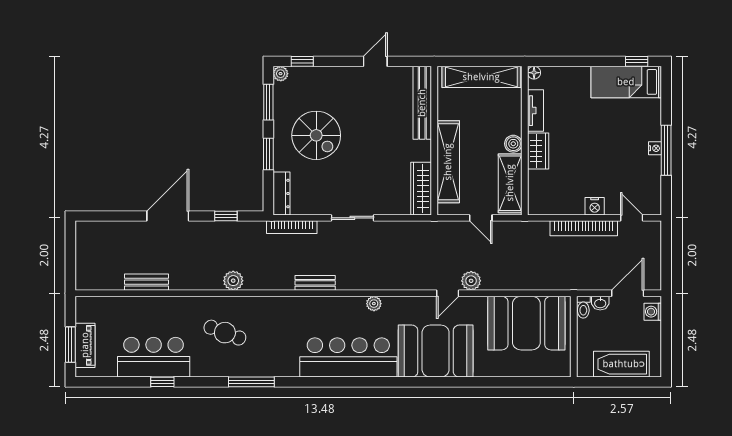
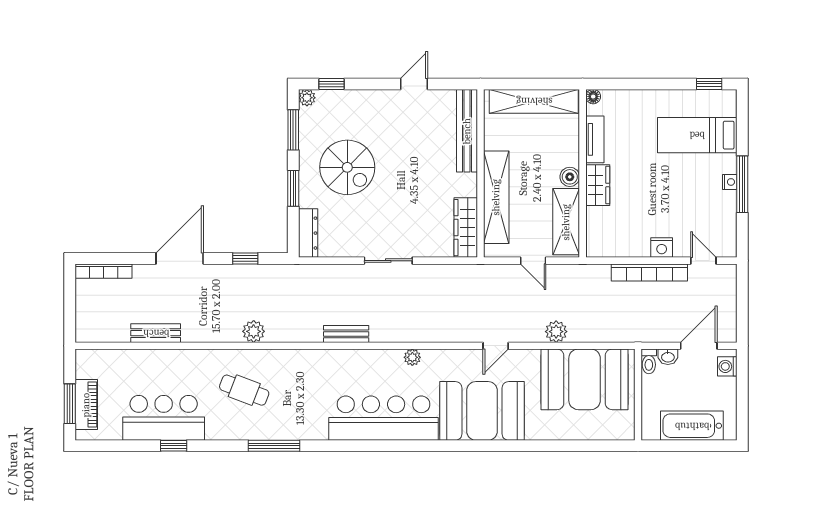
bed: (626, 82) -> (697, 135), moved
bookcase: (292, 227) -> (103, 271), moved
plant: (471, 281) -> (556, 332), moved

